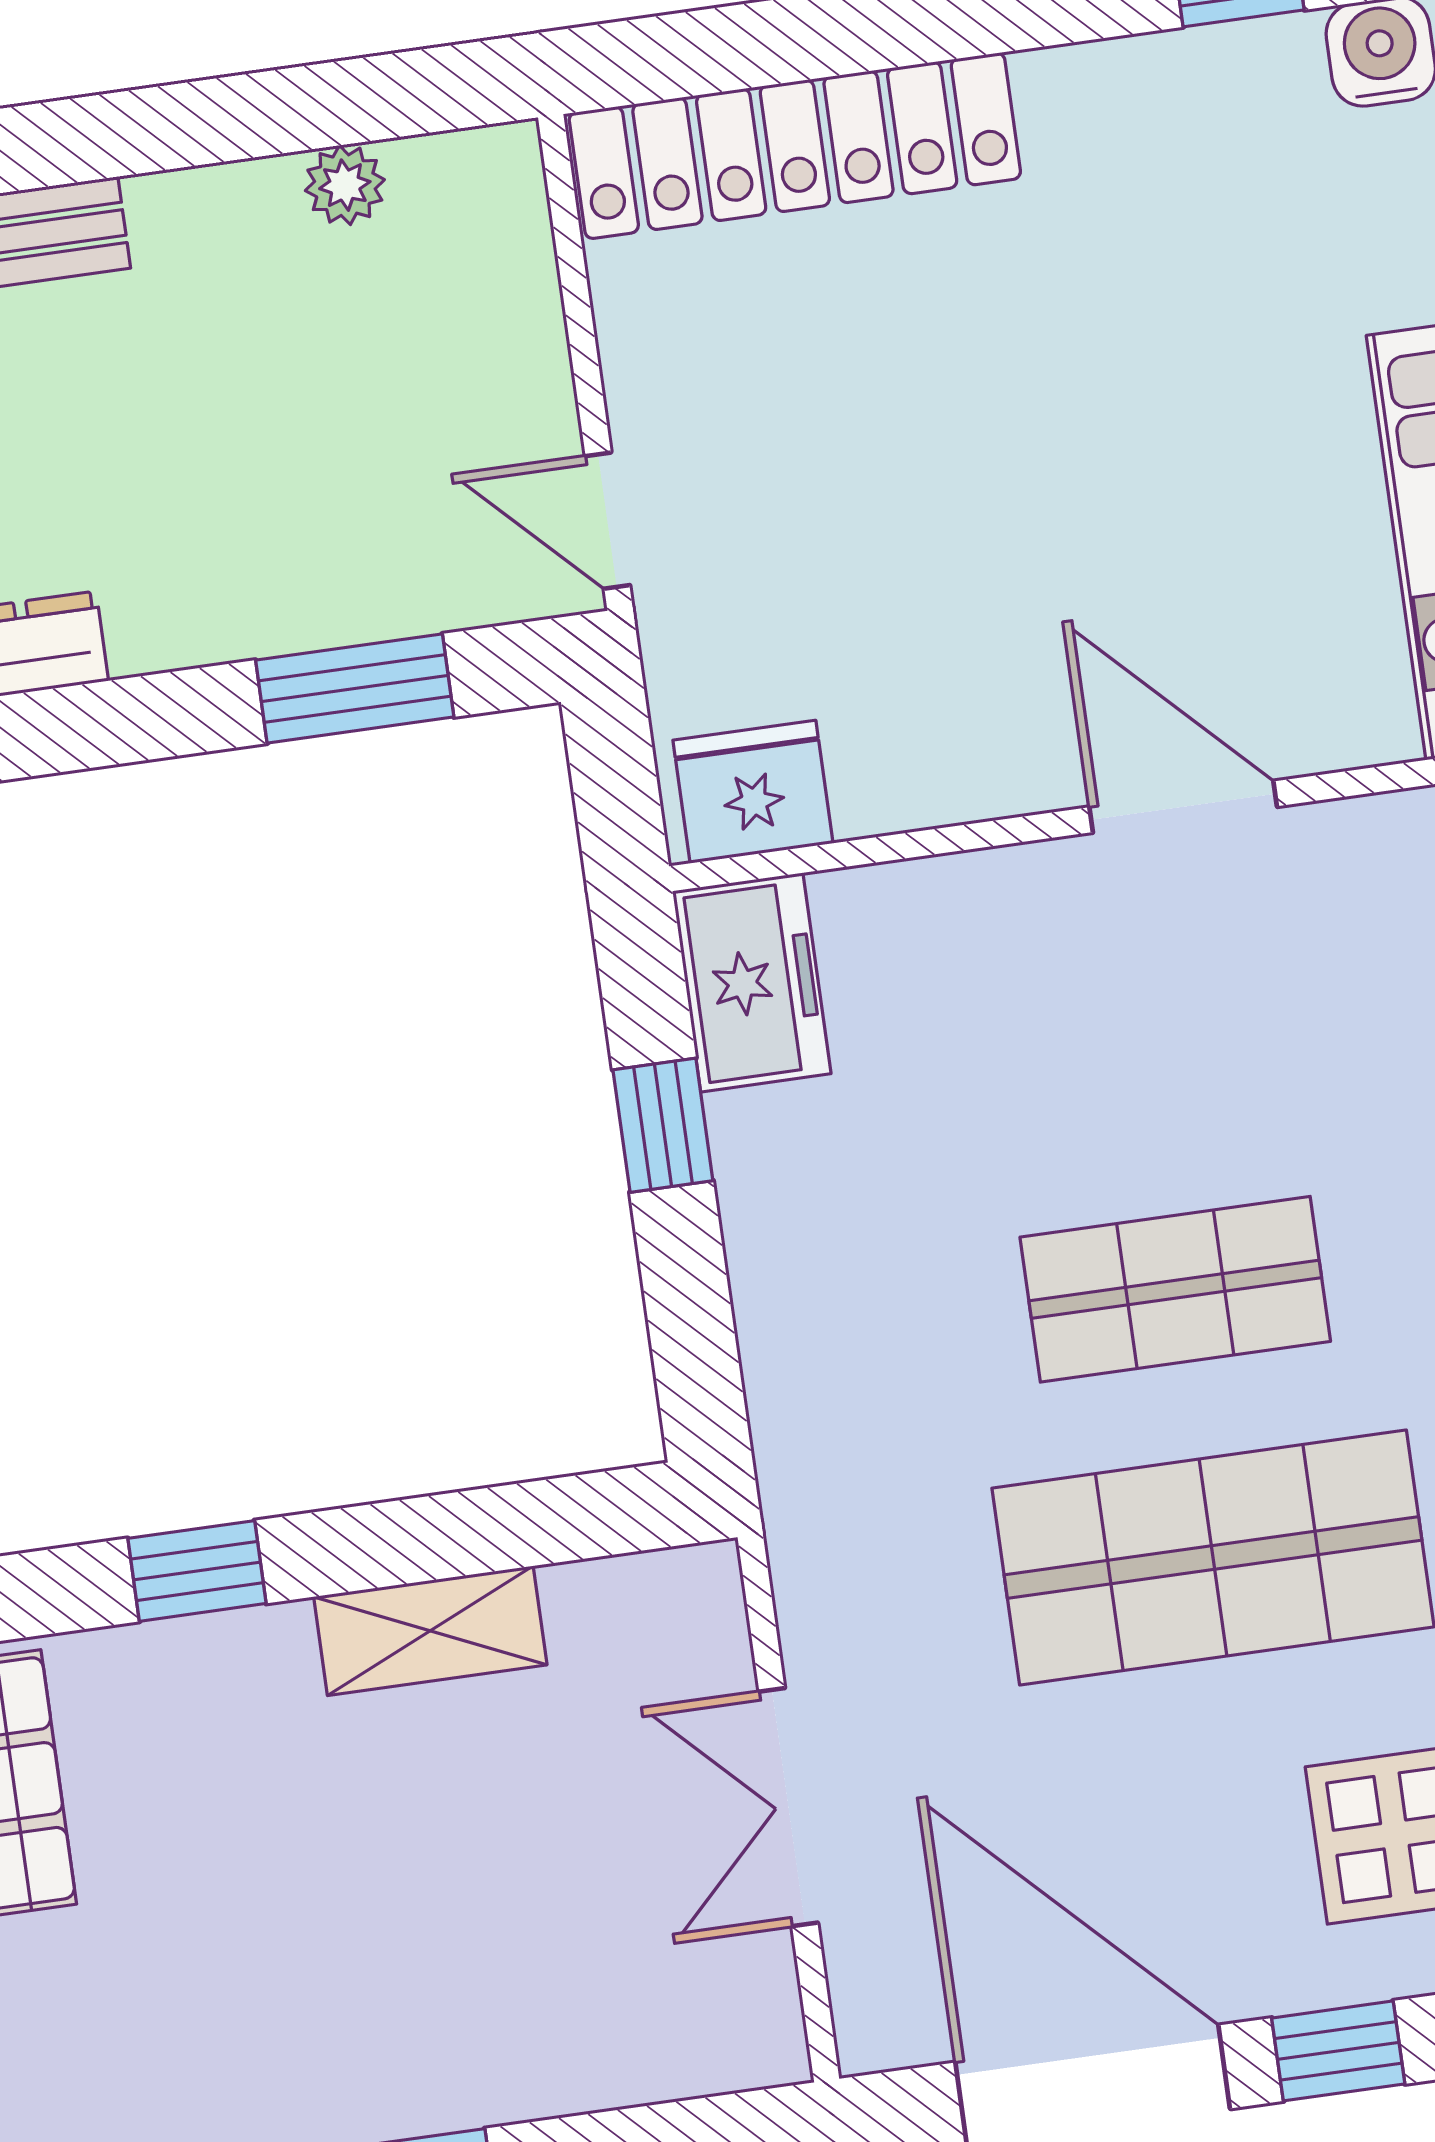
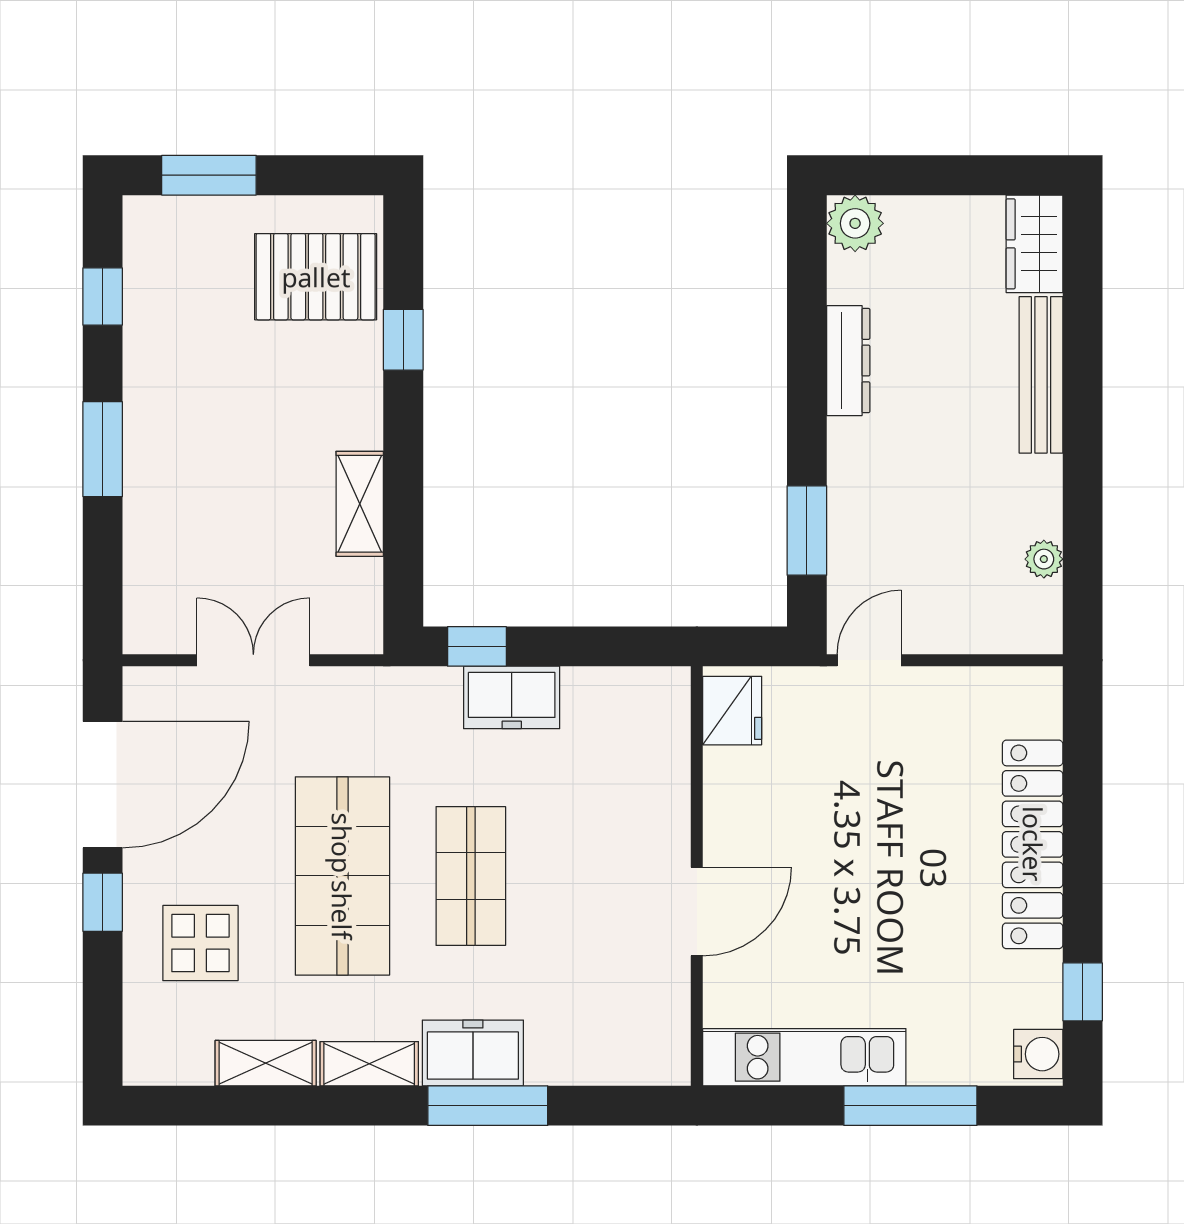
locker: (795, 146) -> (1033, 844), moved
freezer: (752, 982) -> (512, 697), moved
window: (663, 1125) -> (477, 646), moved
window: (197, 1571) -> (403, 340), moved

